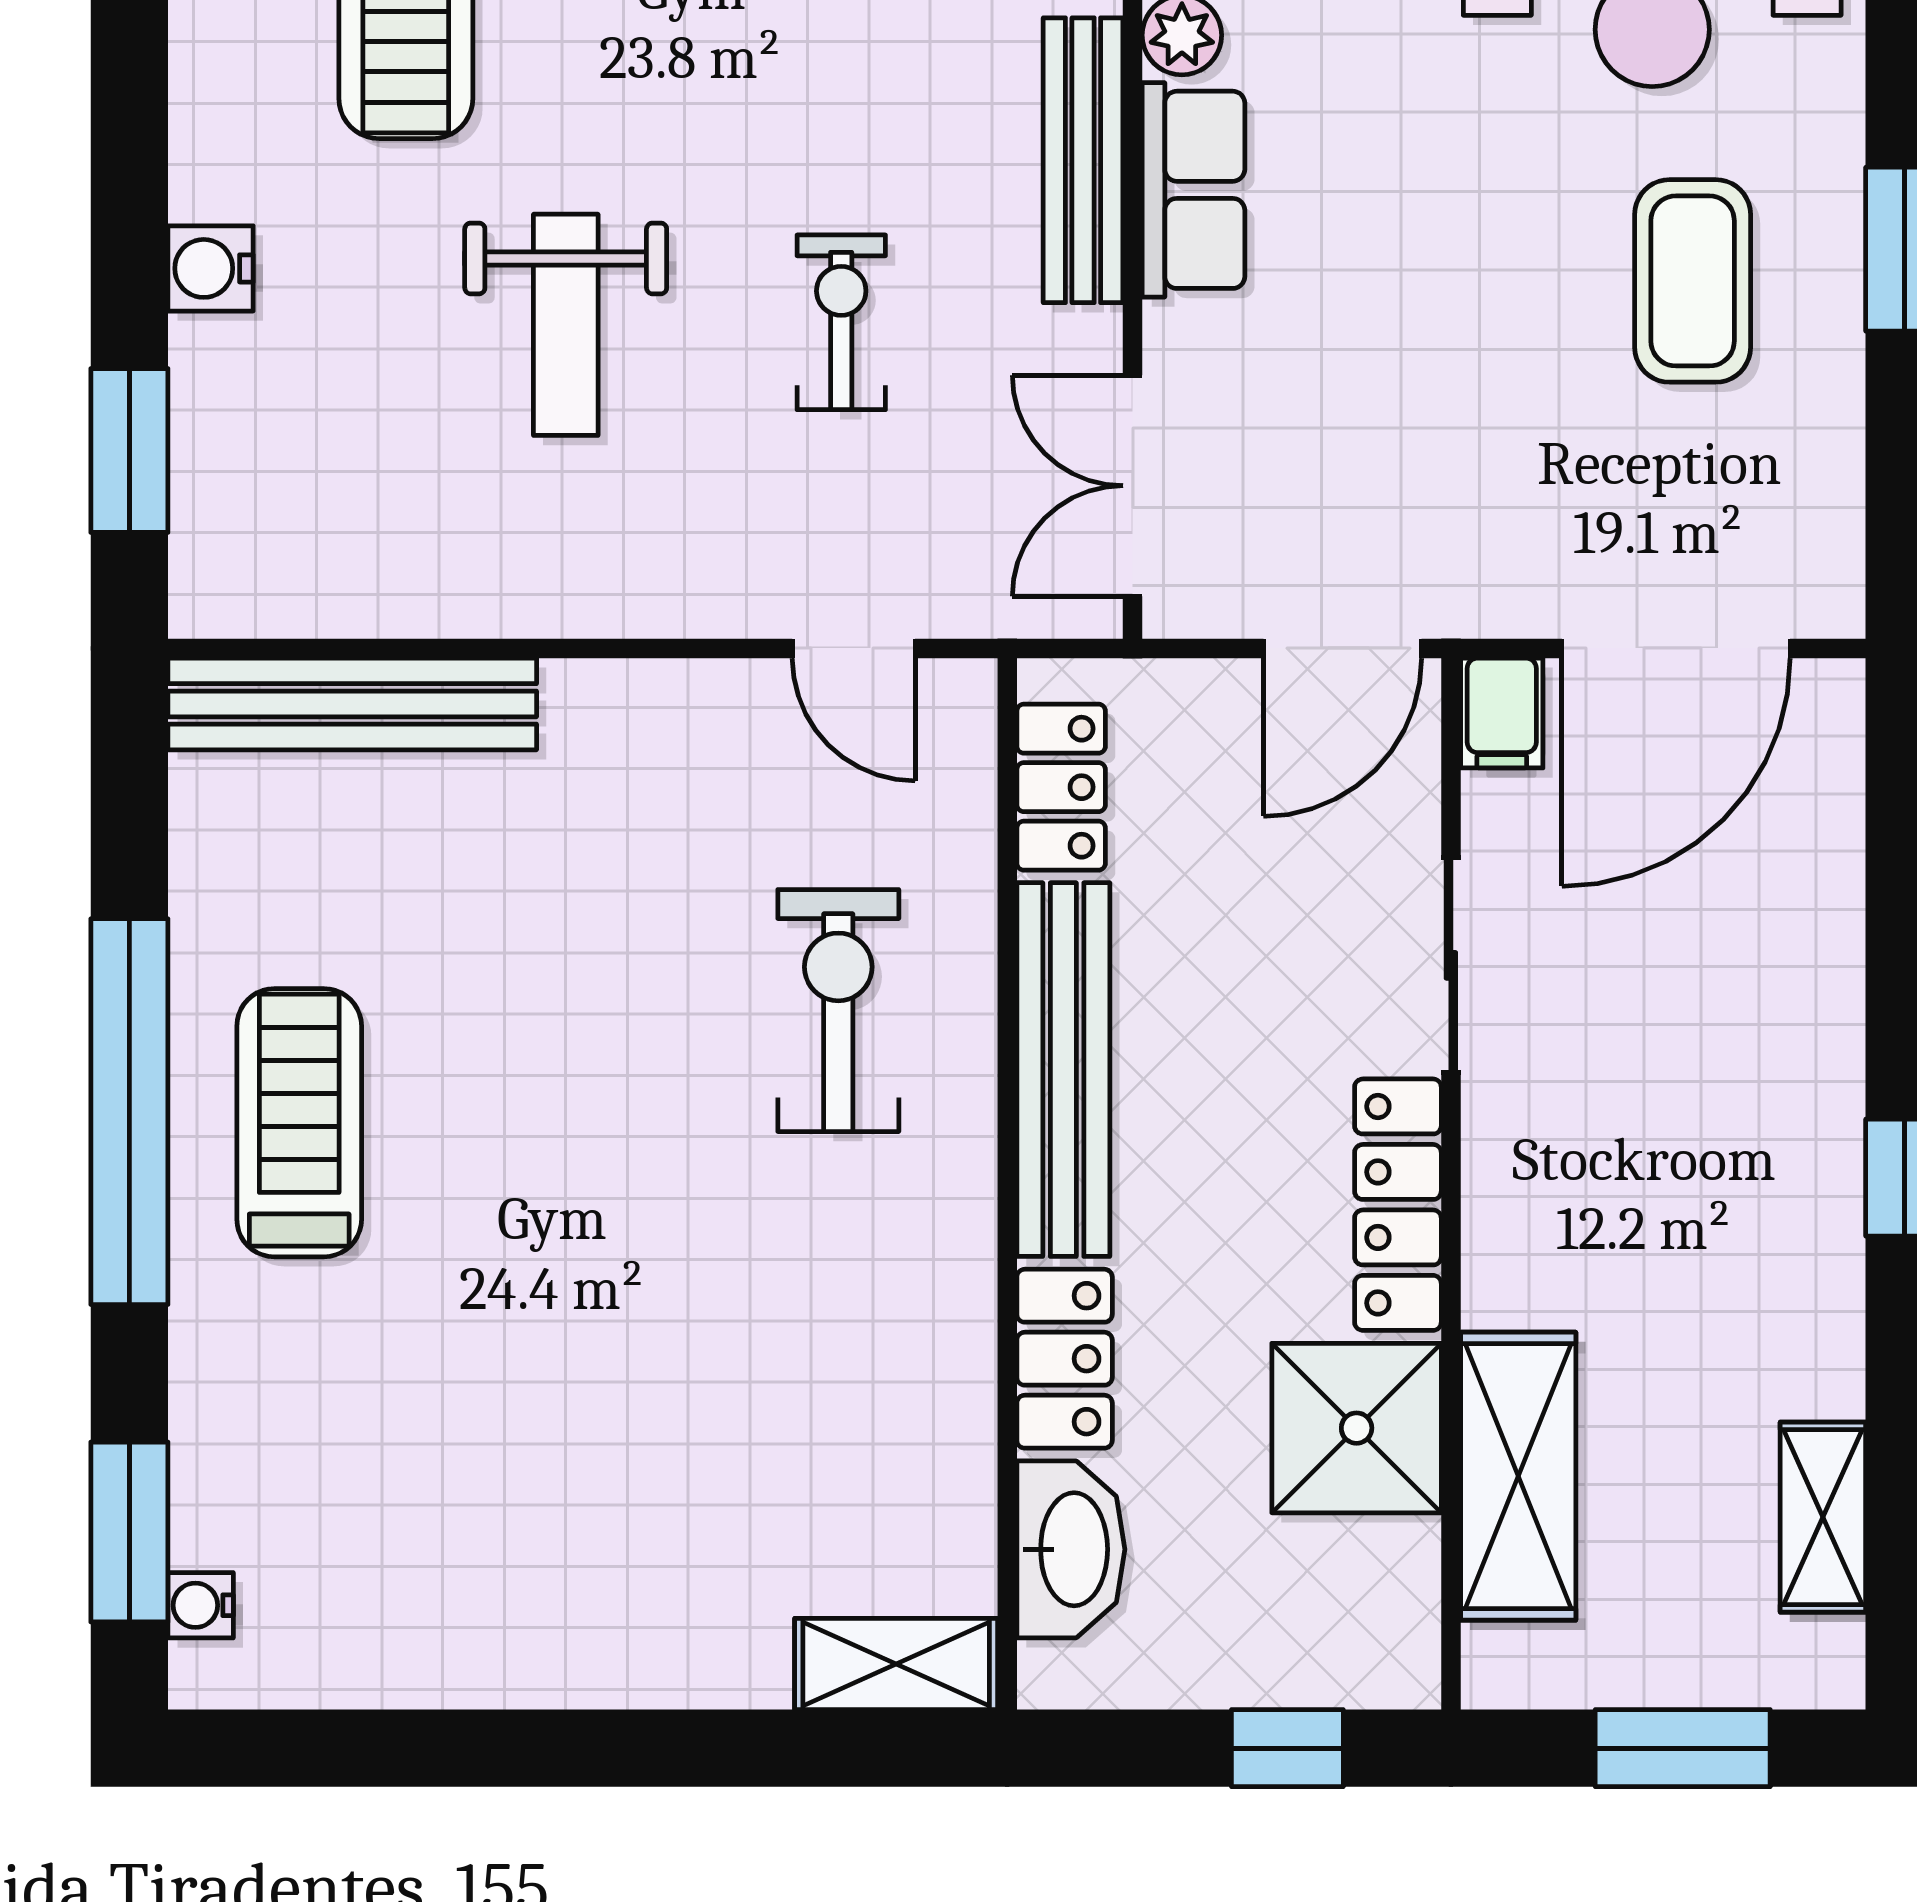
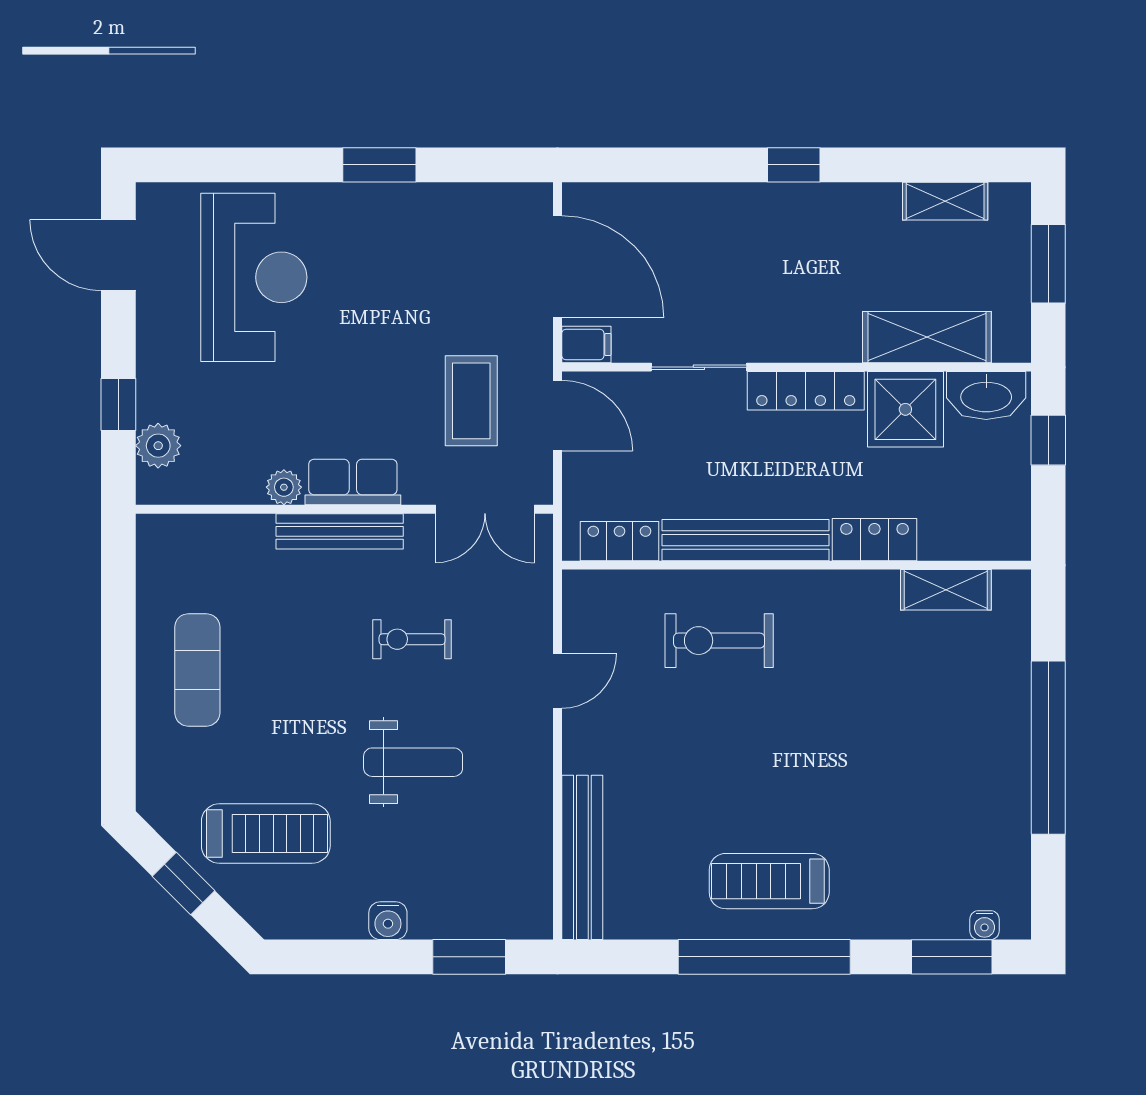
coffee table: (1693, 281) -> (471, 401), moved, turned 90
door: (854, 648) -> (558, 681), moved
washbasin: (1071, 1549) -> (986, 396), moved, turned 180
shelving: (896, 1664) -> (946, 590), moved, turned 90
window: (598, 1748) -> (1048, 748), added

